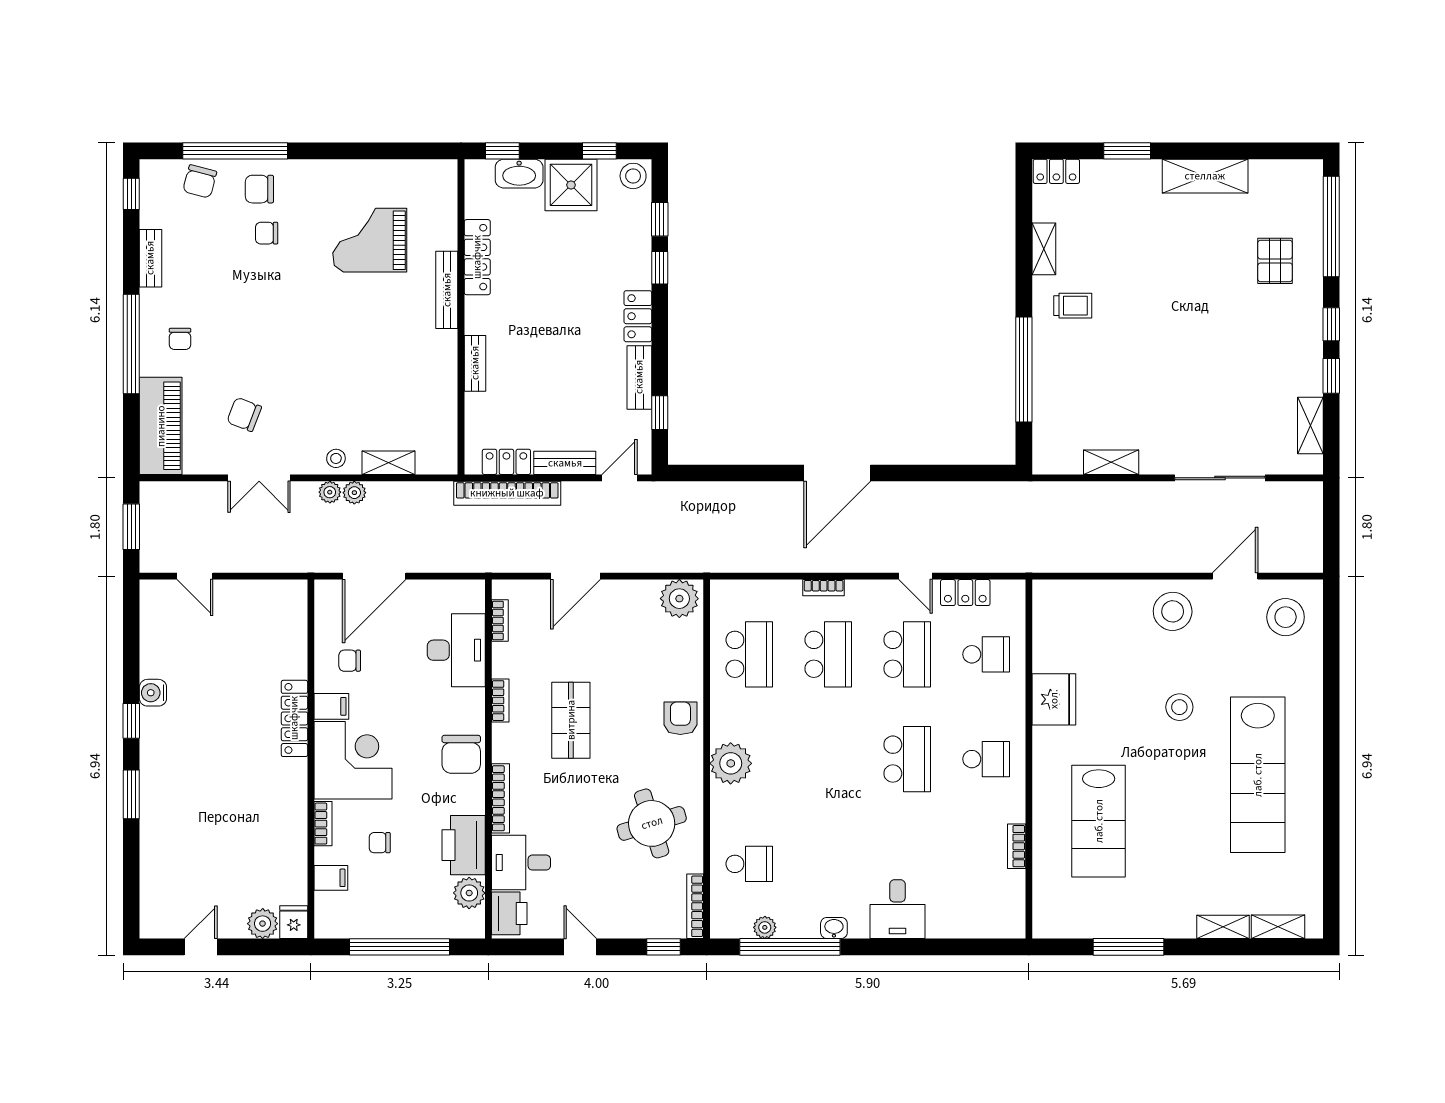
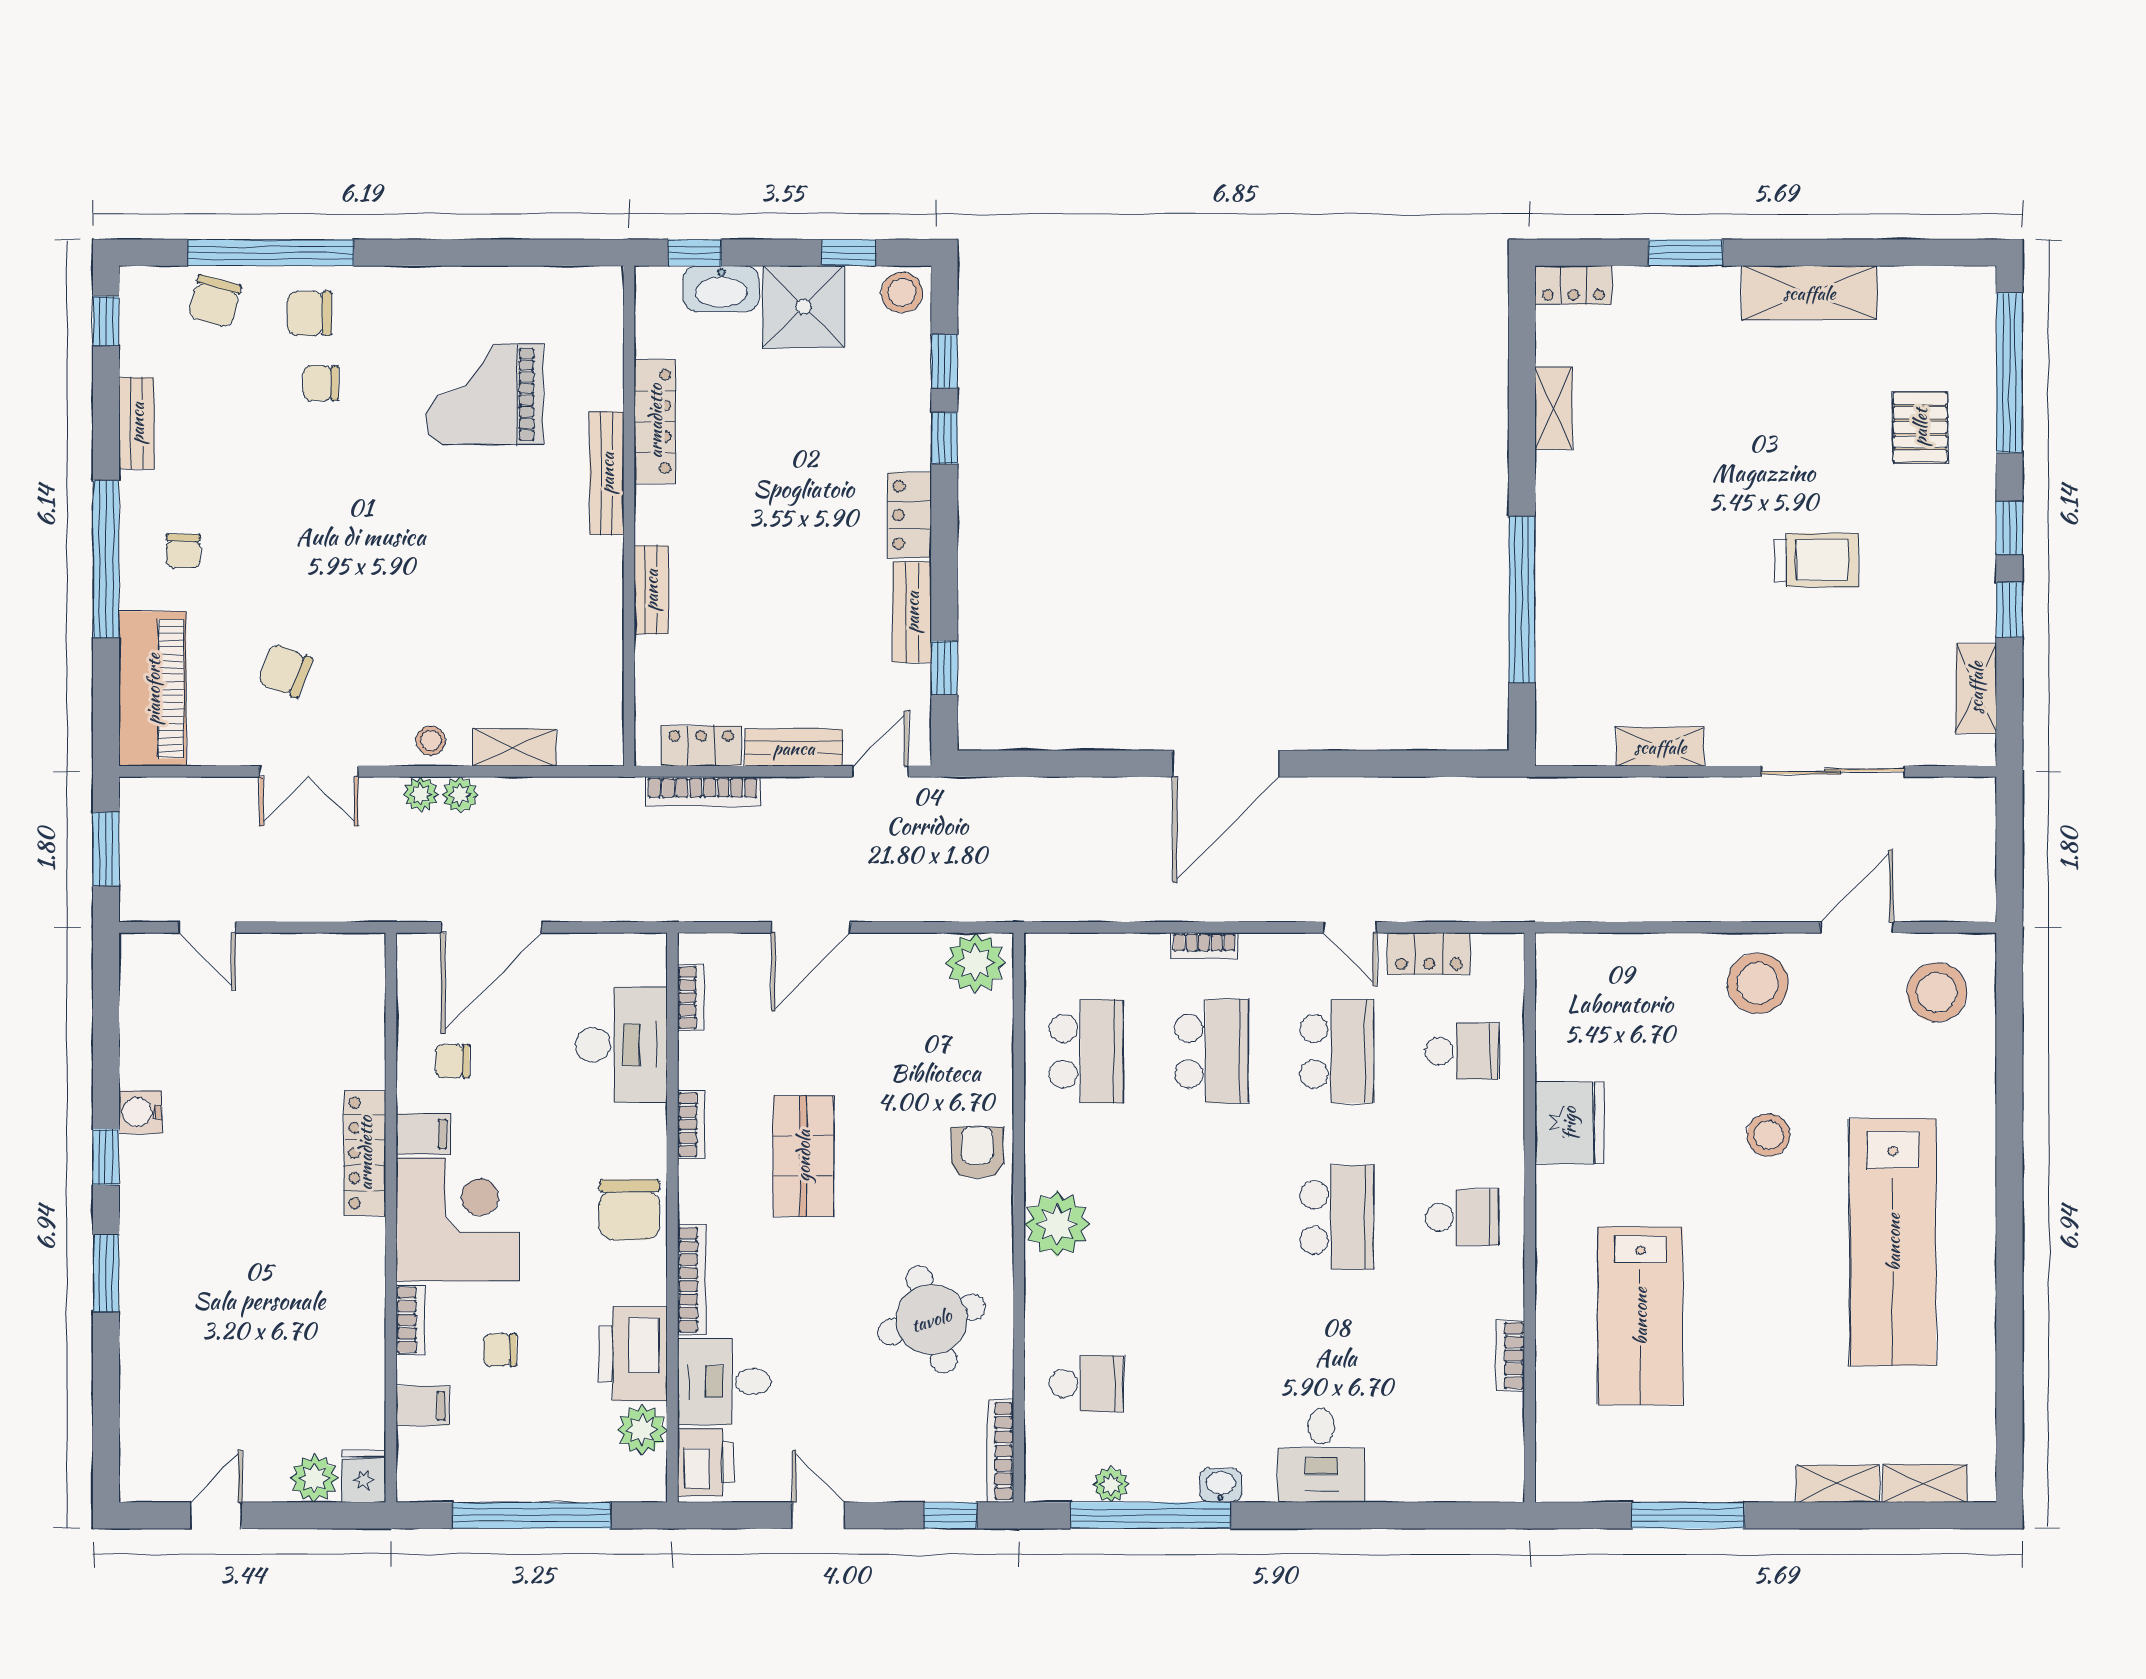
trolley: (1073, 306) -> (1816, 560), moved, width x1.36, depth x1.39
bookcase: (507, 493) -> (702, 791), width x0.68, depth x0.76

